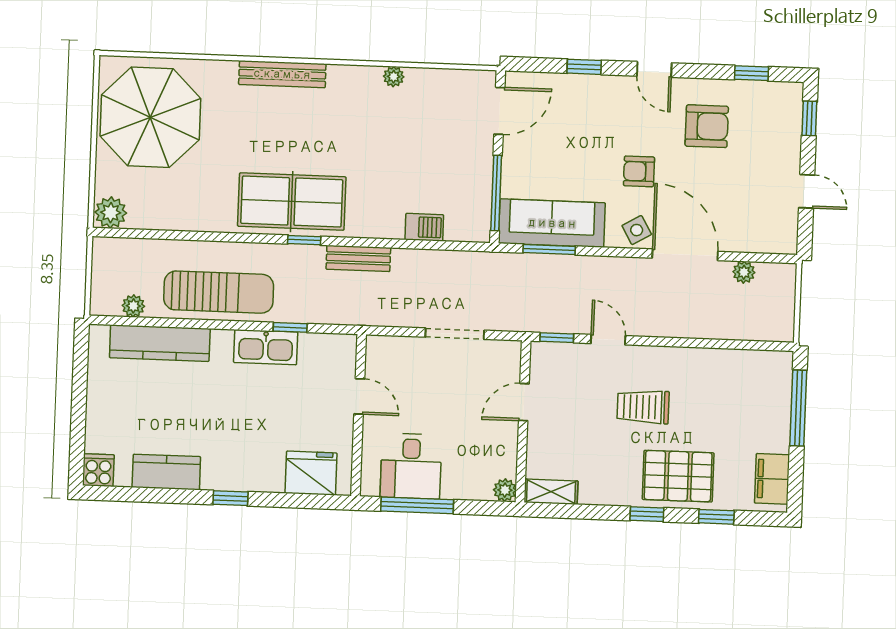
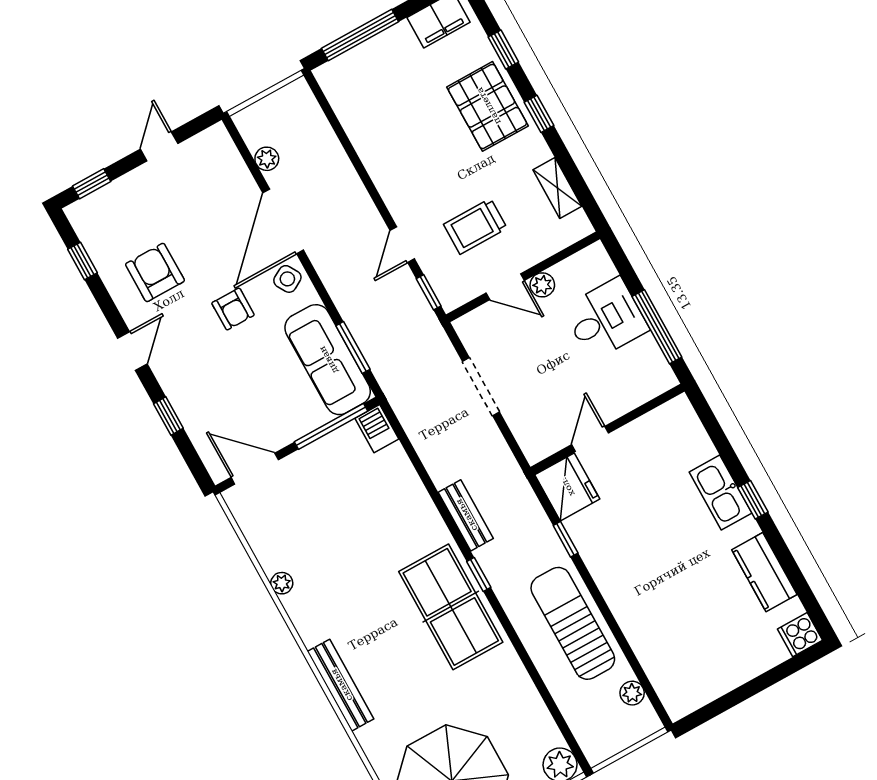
barbecue: (424, 227) -> (377, 429), moved
kitchen counter: (160, 343) -> (651, 649), removed
kitchen sink: (266, 347) -> (721, 493), moved, turned 180
trolley: (643, 407) -> (475, 226), moved, turned 90
desk: (411, 466) -> (606, 319), moved
fridge: (311, 473) -> (567, 487), moved, turned 180
plant: (505, 490) -> (542, 285), moved
shelving: (551, 492) -> (557, 188), moved

